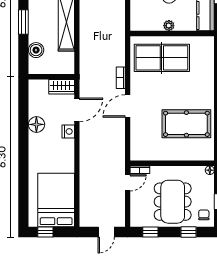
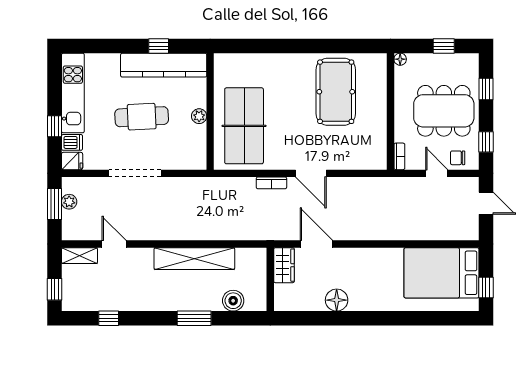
nightstand: (68, 131) -> (346, 256), removed
door: (128, 183) -> (437, 173), moved
chair: (204, 215) -> (458, 158), moved

